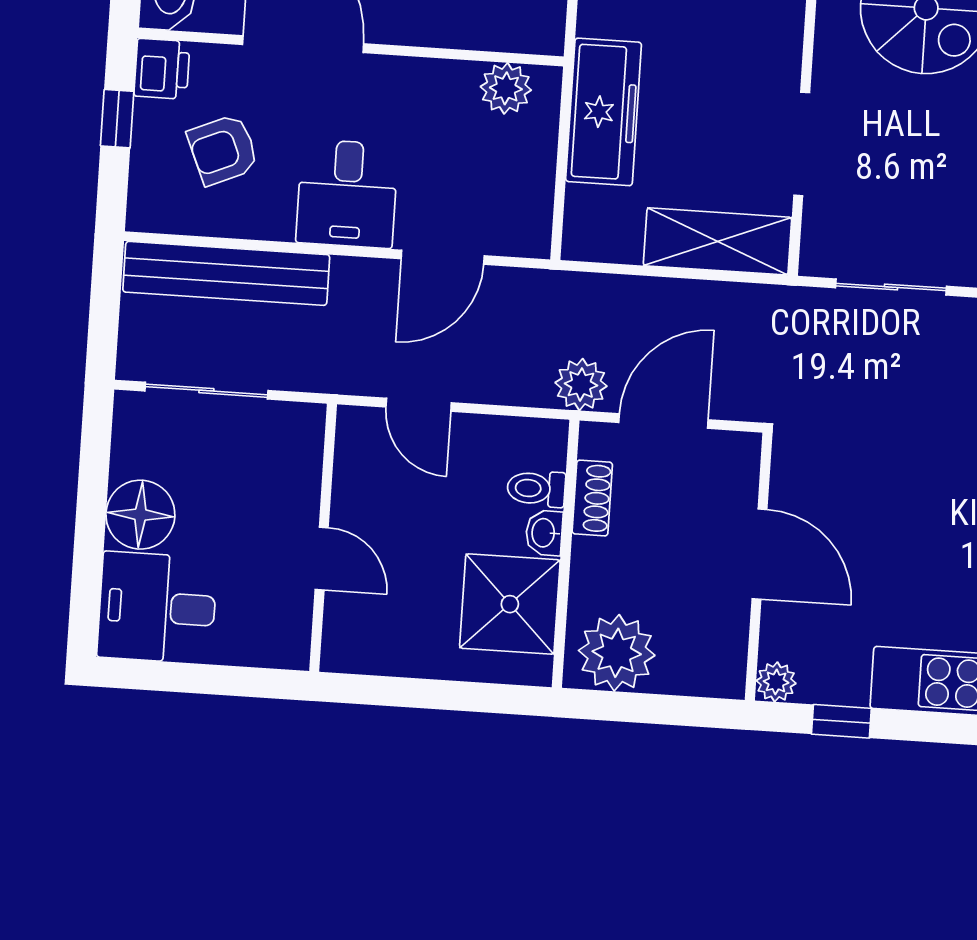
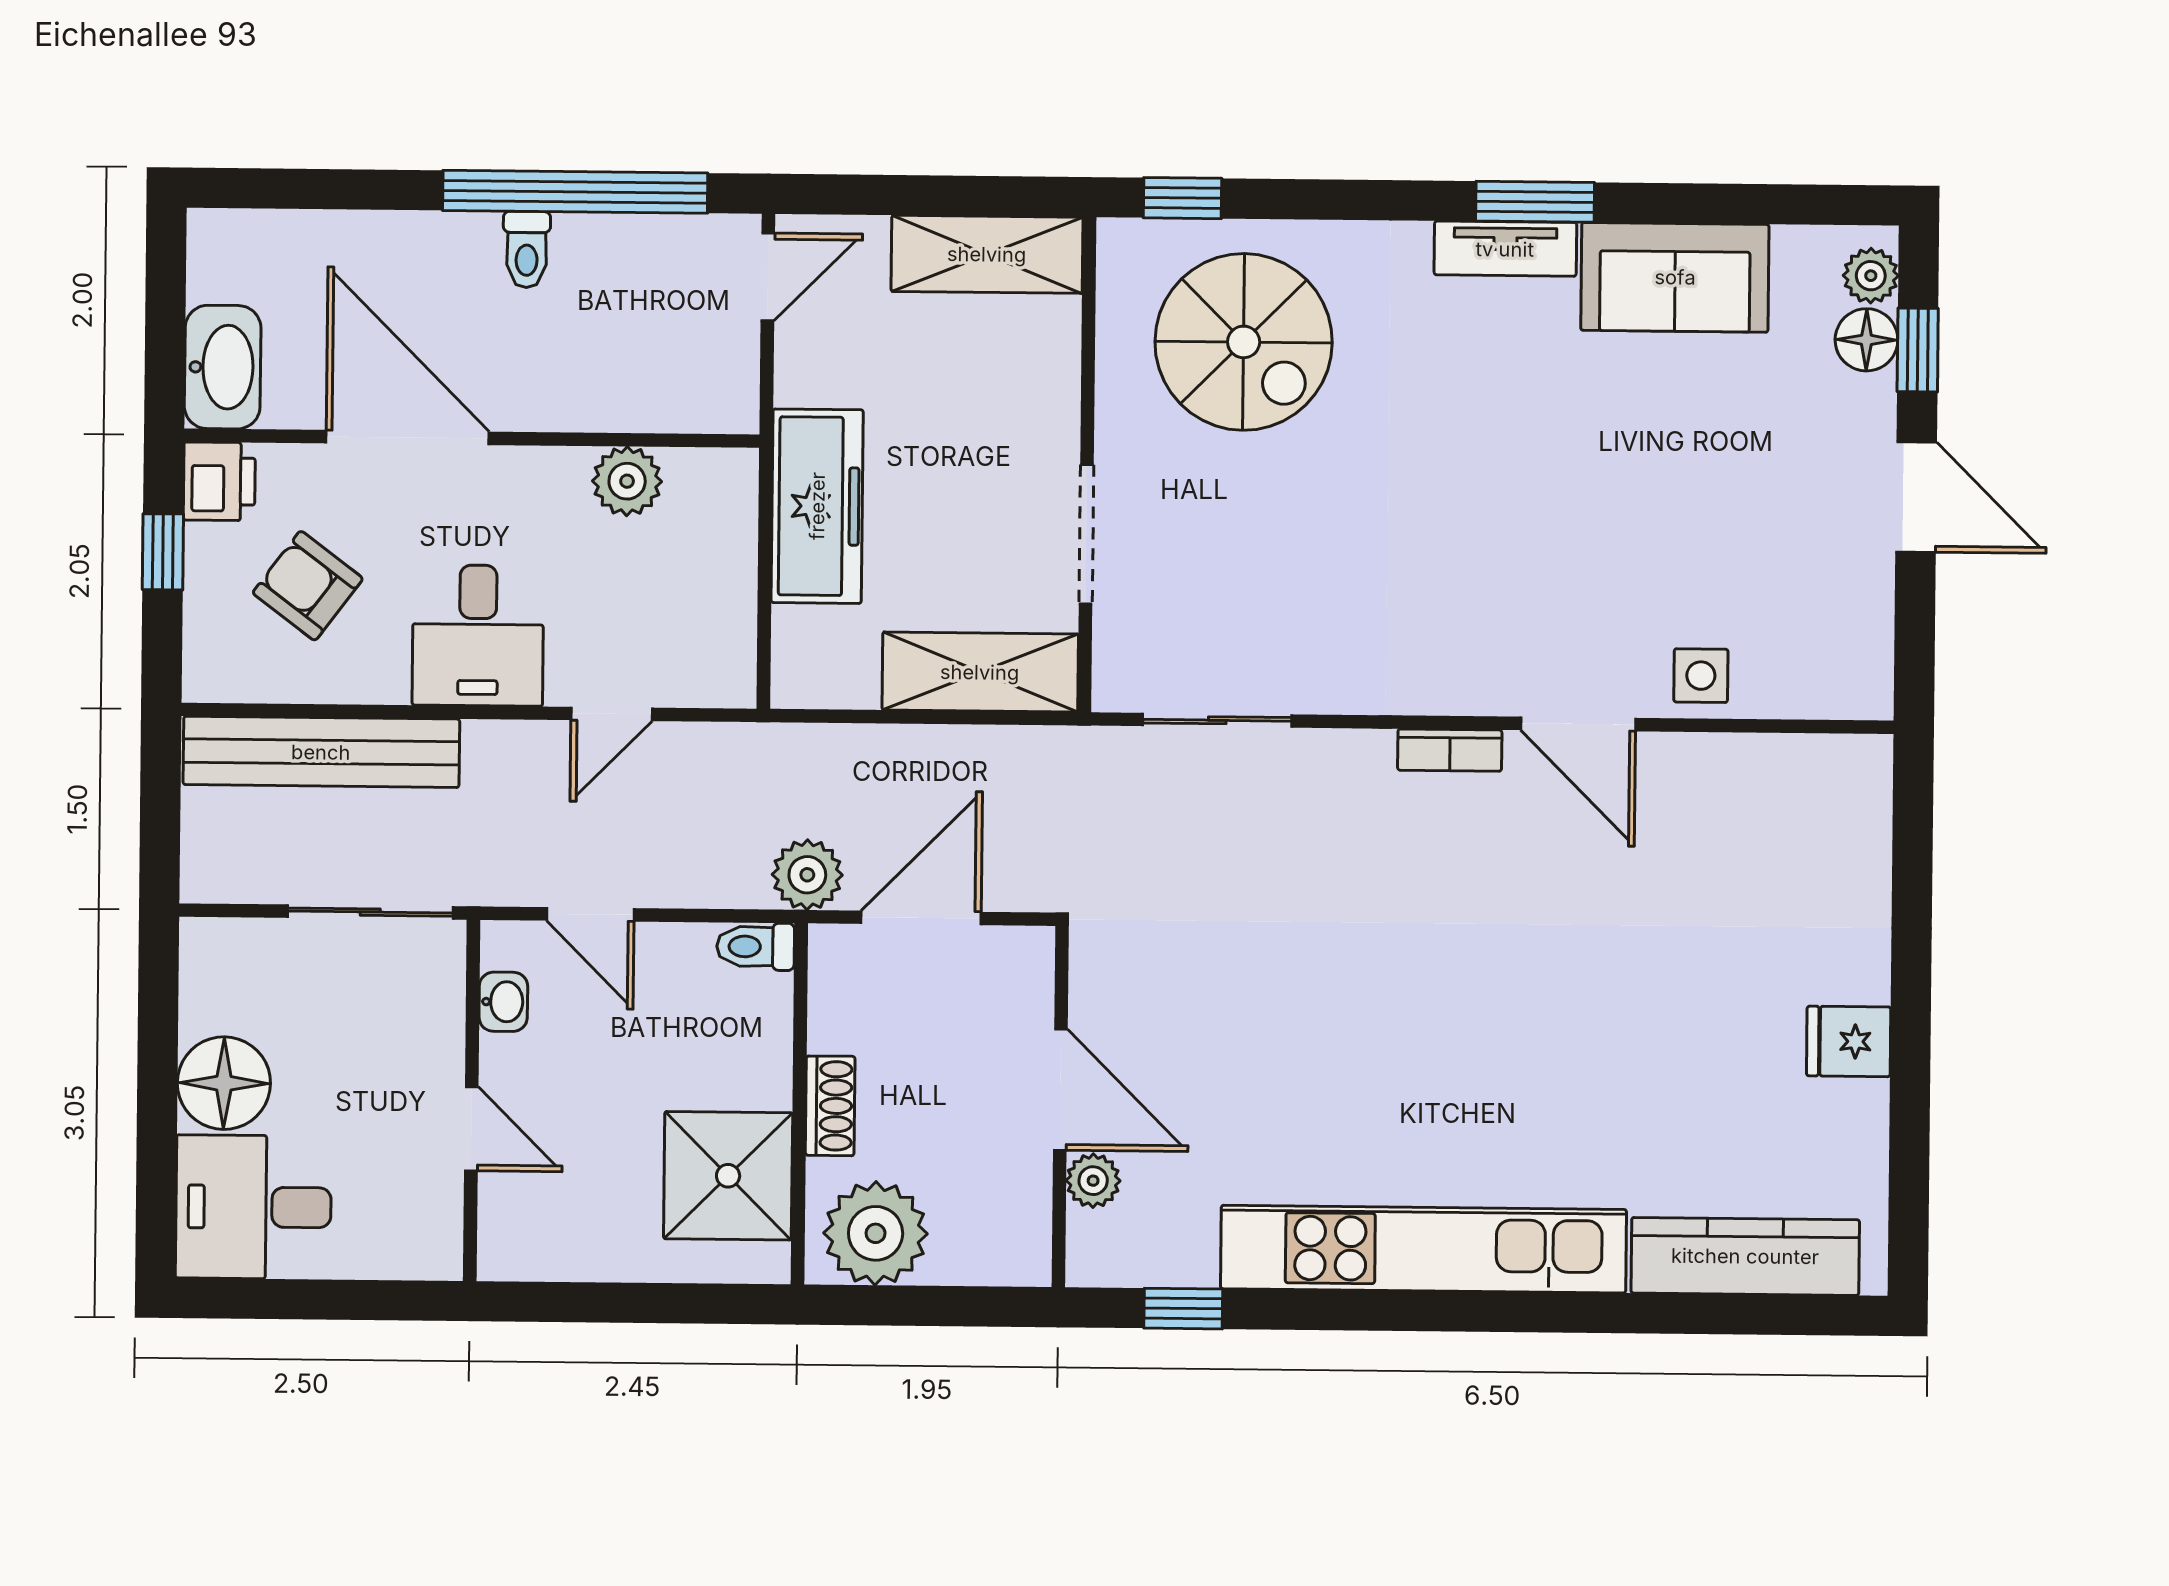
plant: (506, 88) -> (627, 481), moved
armchair: (223, 150) -> (308, 586), turned 60
door: (443, 257) -> (612, 714), width x0.73
sliding door: (206, 391) -> (370, 912), moved
toilet: (536, 489) -> (756, 947), moved
shoe rack: (592, 498) -> (830, 1106), moved
washbasin: (544, 533) -> (503, 1002), moved, turned 180
plant: (776, 682) -> (1093, 1181), moved

